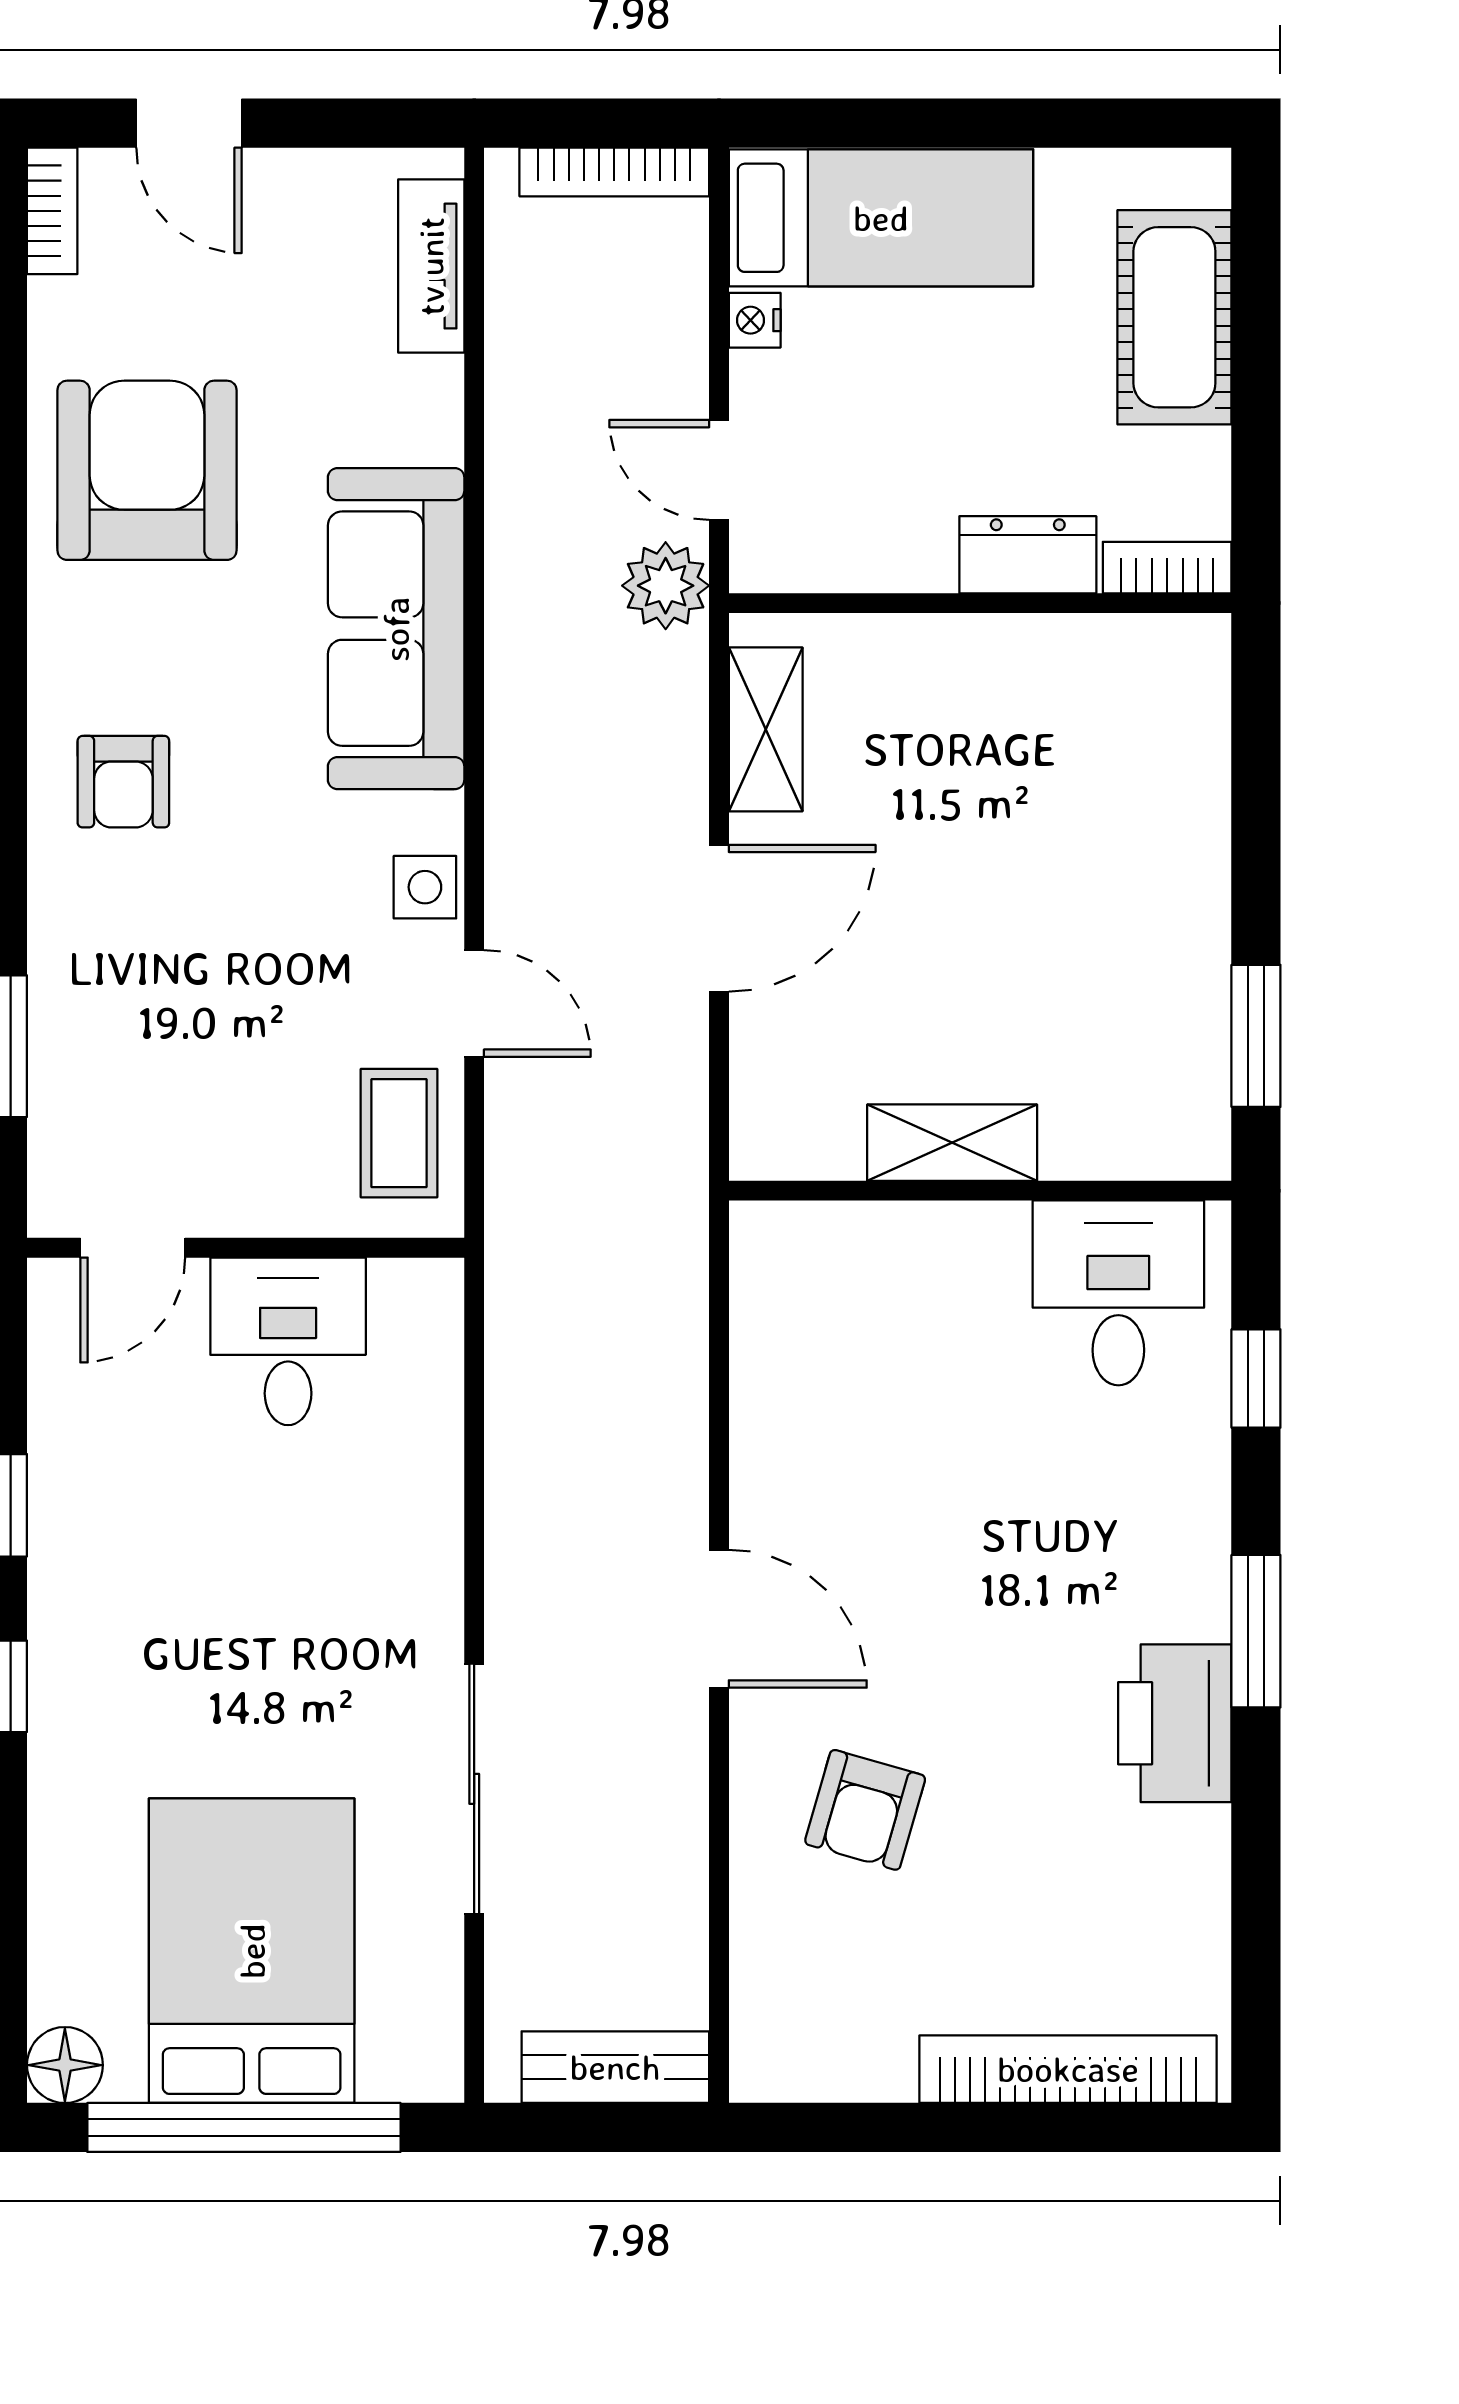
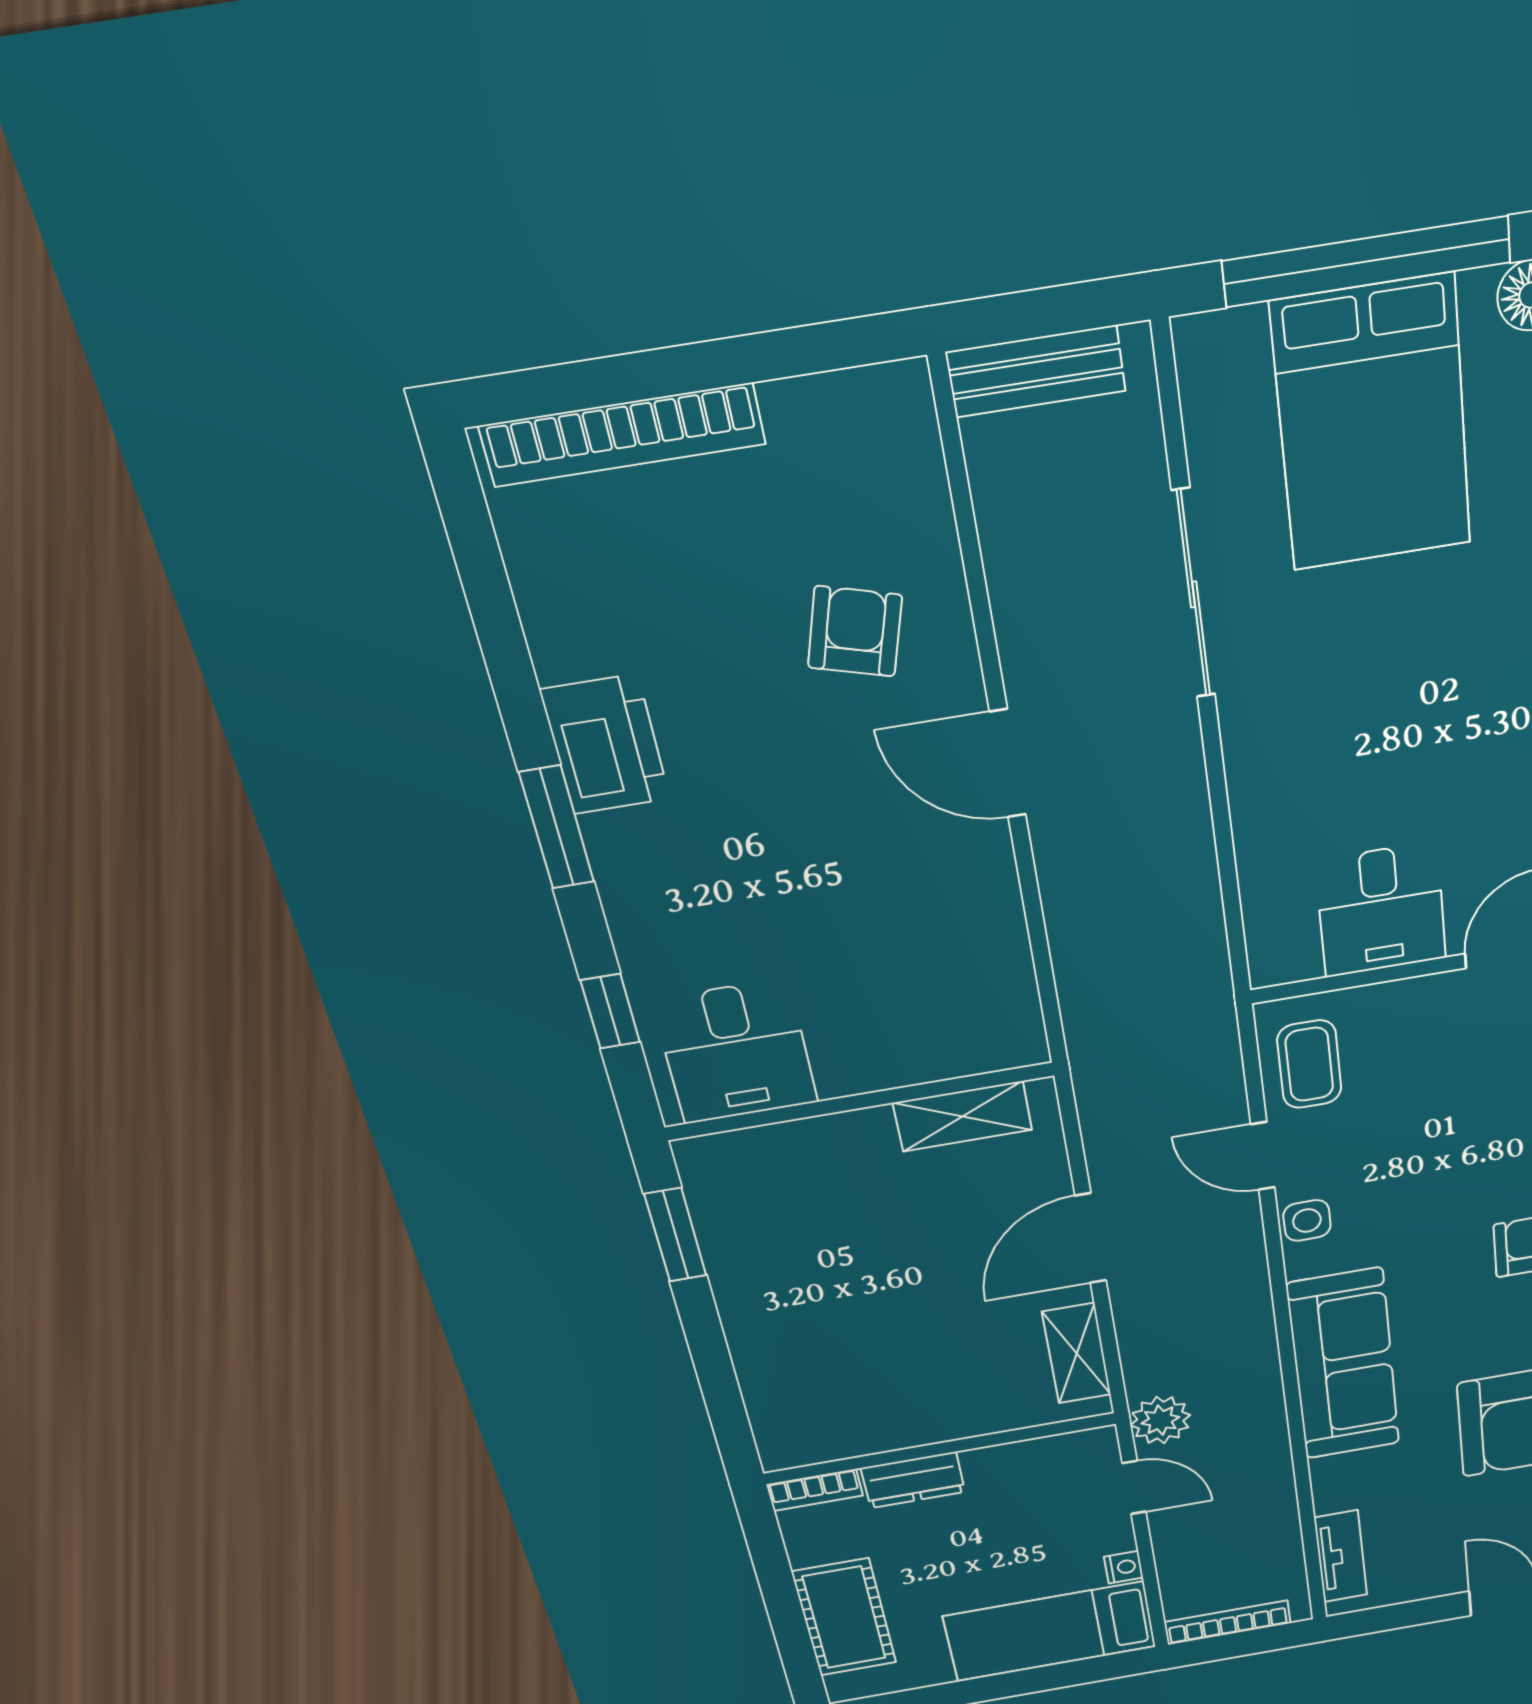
shelving: (952, 1143) -> (963, 1116), moved

